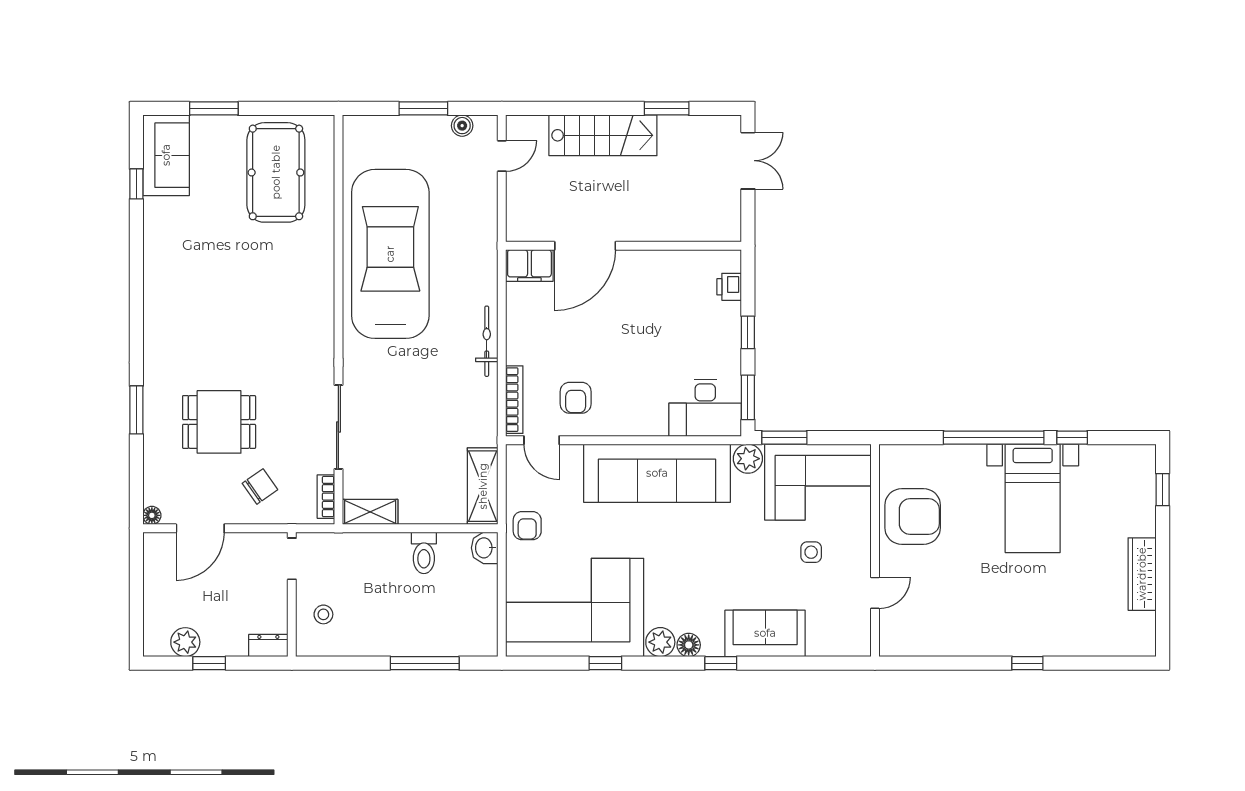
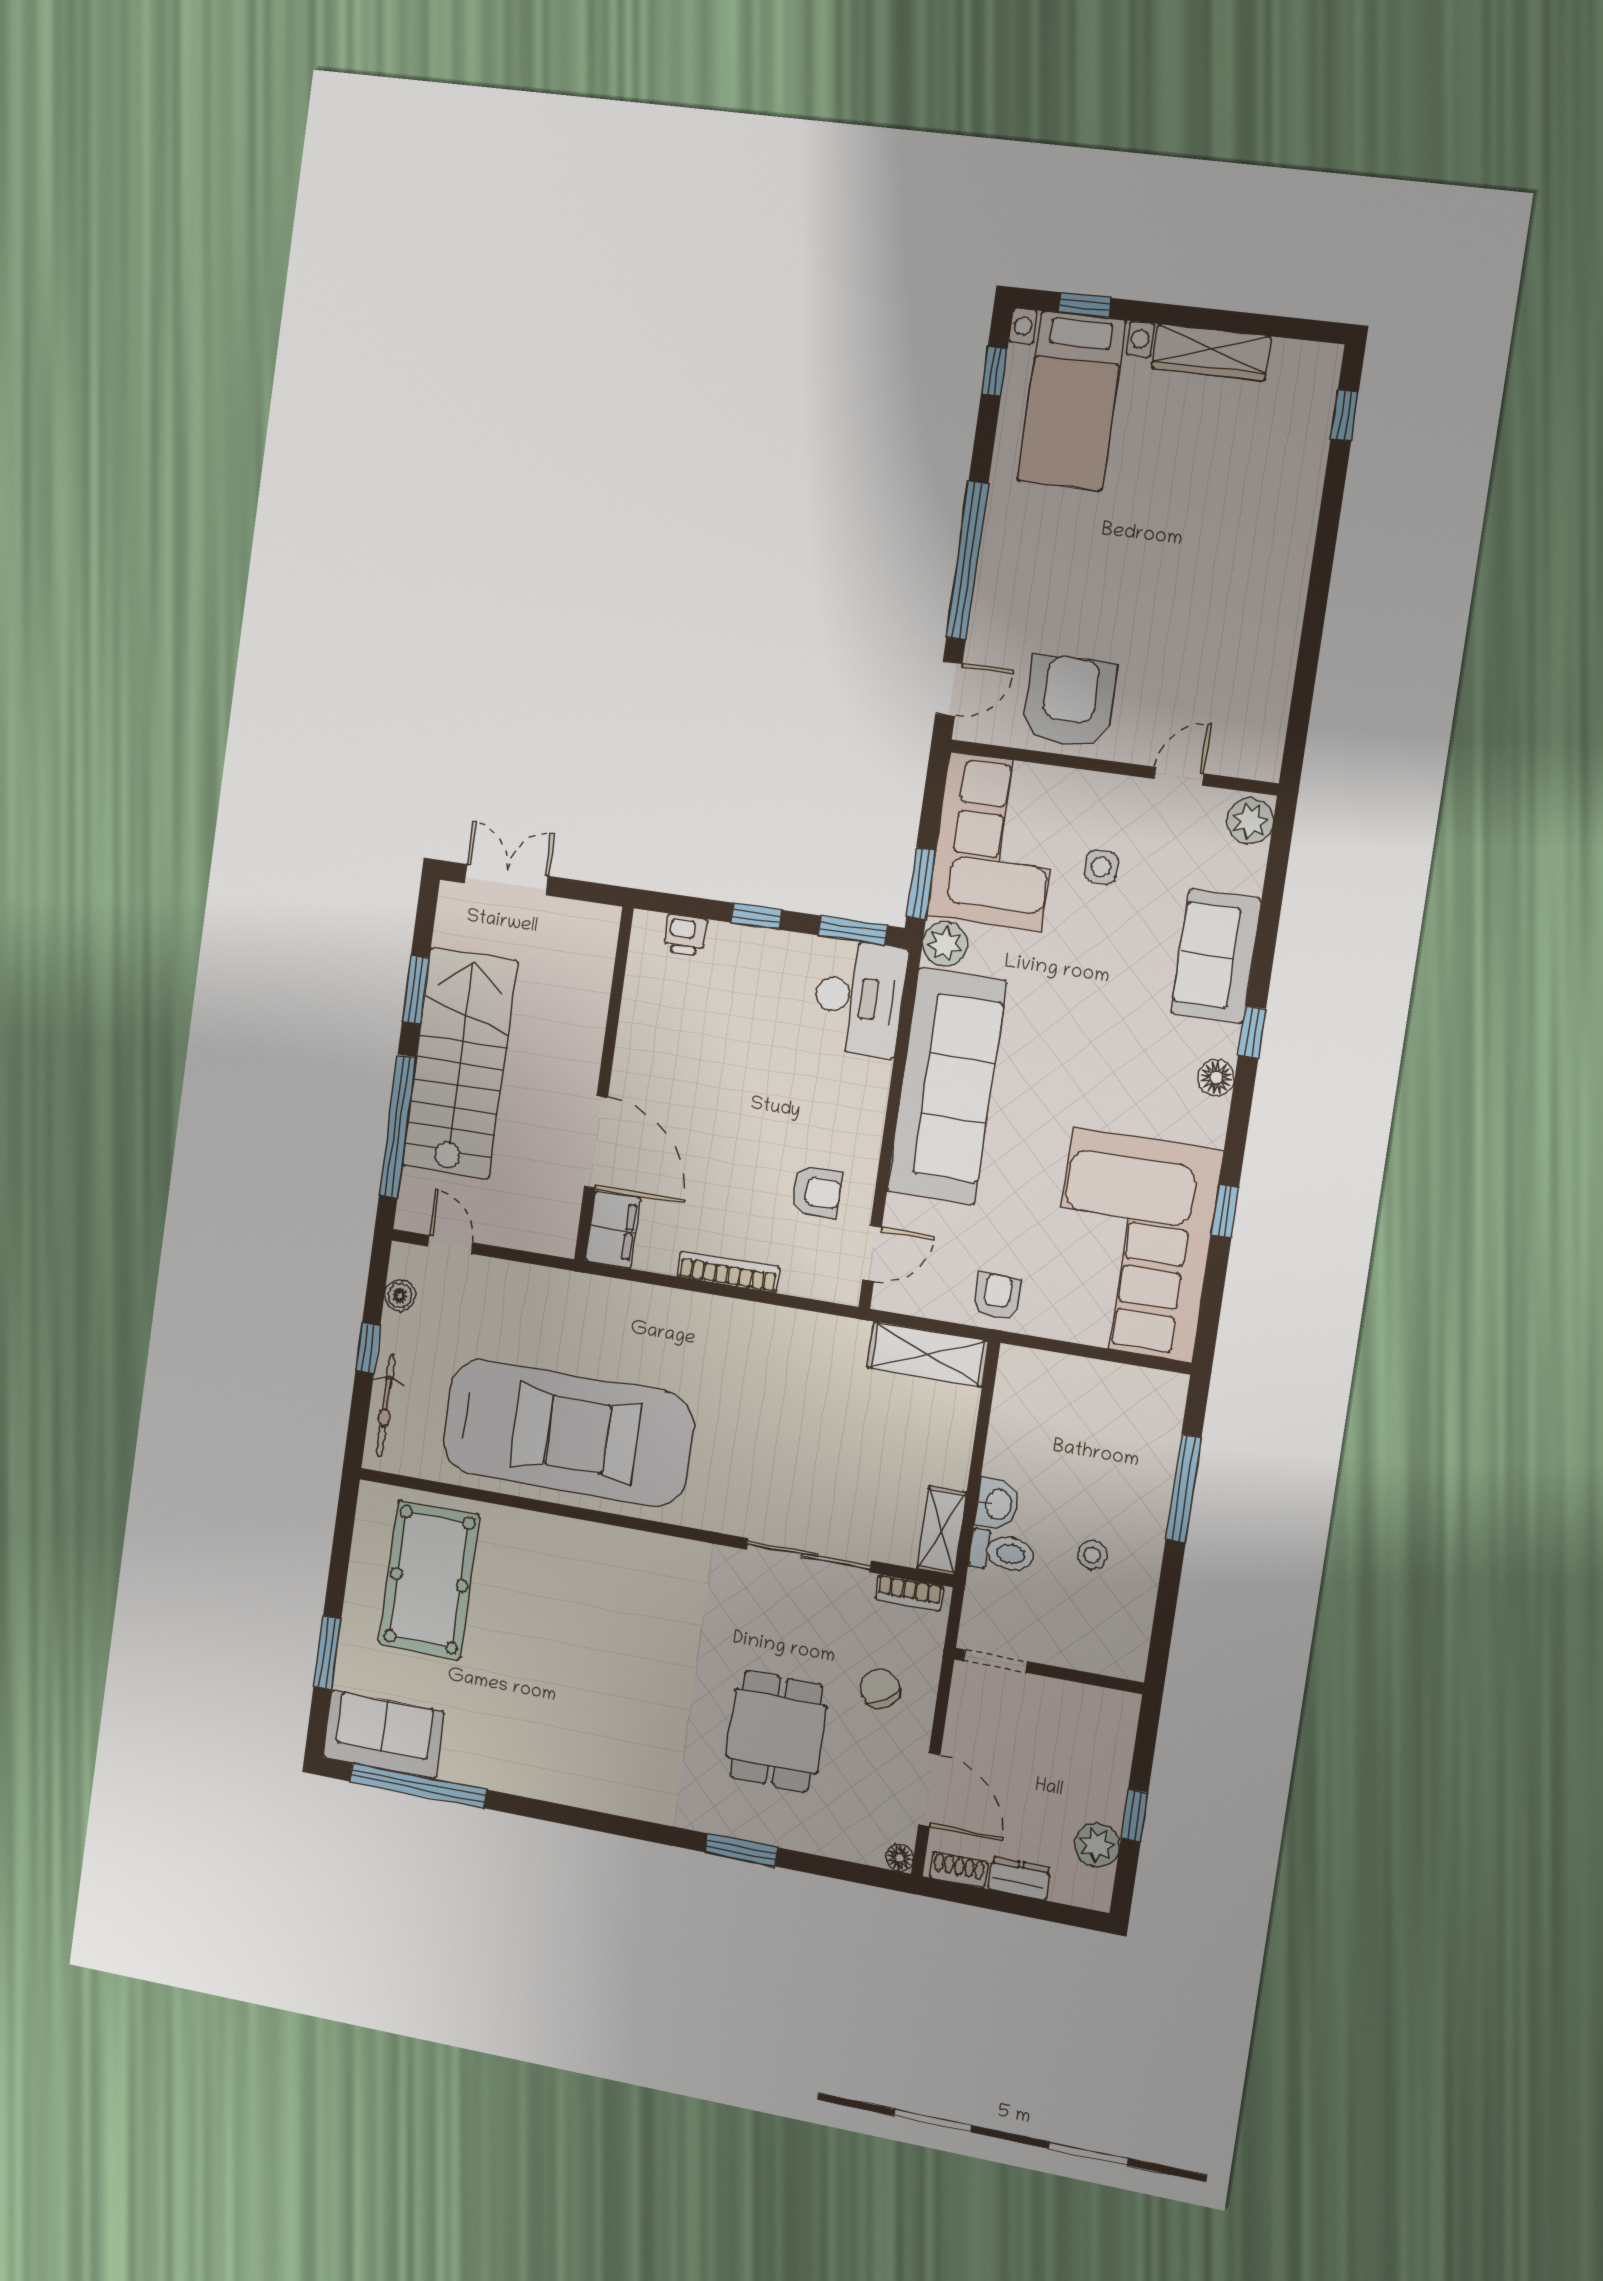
window: (423, 108) -> (368, 1348), width x0.67
window: (574, 108) -> (398, 1126), added
stairs: (603, 135) -> (460, 1063), width x1.36, depth x1.51
pool table: (276, 172) -> (429, 1580), turned 90
window: (136, 184) -> (418, 1785), width x3.17
car: (390, 254) -> (568, 1433), turned 180
bicycle: (487, 341) -> (386, 1405), moved, turned -90
bookcase: (514, 400) -> (728, 1272), moved
door: (911, 438) -> (949, 689), added
window: (1072, 438) -> (994, 371), moved
bed with nightstands: (1033, 498) -> (1072, 401), moved, turned 90
armchair: (527, 526) -> (997, 1297), turned -90
washbasin: (485, 548) -> (997, 1504), moved, turned -90
toilet: (424, 553) -> (1002, 1552), moved
shoe rack: (152, 555) -> (959, 1870), added
door: (875, 593) -> (1179, 776), hinge flipped
stool: (323, 614) -> (1092, 1555), moved
plant: (660, 642) -> (1250, 821), moved
dresser: (268, 646) -> (1019, 1878), moved, turned 90
window: (1027, 663) -> (1345, 415), moved

